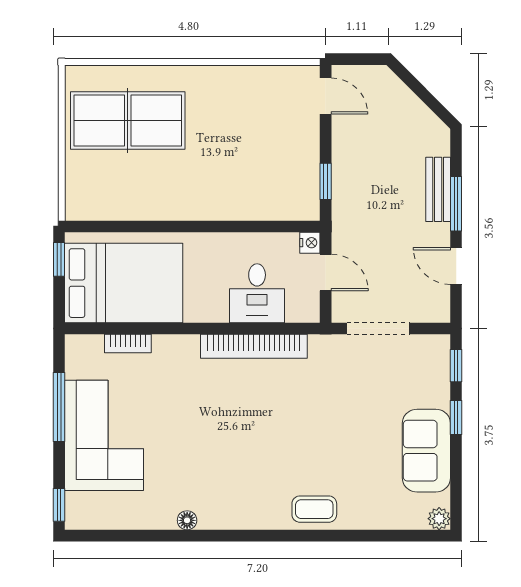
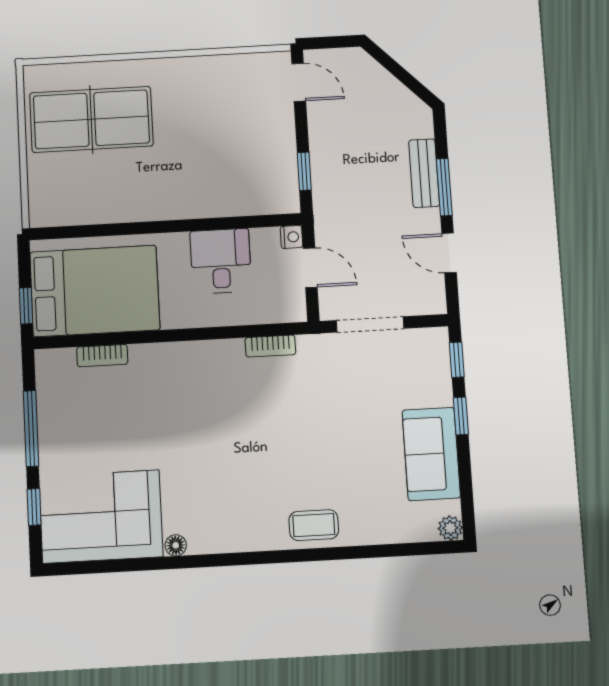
window: (59, 259) -> (26, 306), moved
desk: (257, 293) -> (221, 261), moved, turned 180
bookcase: (254, 346) -> (270, 346), width x0.43, depth x0.76
corner sofa: (104, 435) -> (101, 517), moved, turned -90
window: (59, 505) -> (34, 507), moved

